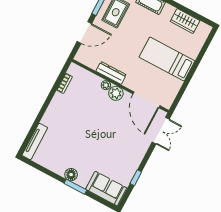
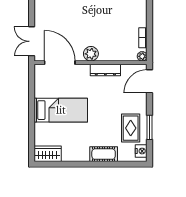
wardrobe: (185, 21) -> (48, 154), moved
door: (84, 32) -> (150, 81), moved
plant: (106, 85) -> (142, 56), moved

